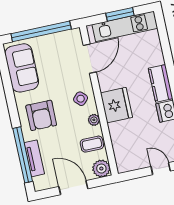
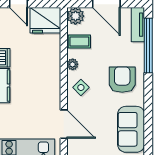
door: (90, 59) -> (64, 124), swing flipped
fridge: (116, 105) -> (45, 20), moved, turned -90
tv unit: (34, 158) -> (138, 25), moved

